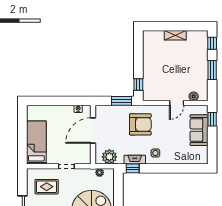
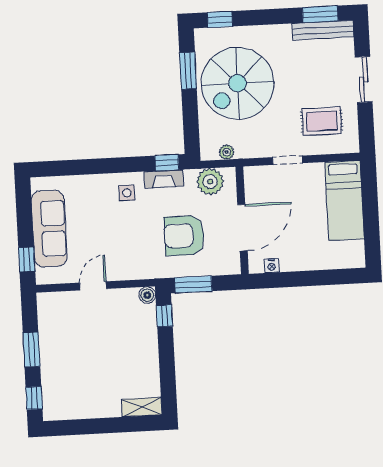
shelving: (175, 35) -> (142, 407), moved
boiler: (194, 96) -> (147, 295), moved
armchair: (140, 124) -> (184, 236), moved
sofa: (199, 130) -> (49, 229), width x1.36

